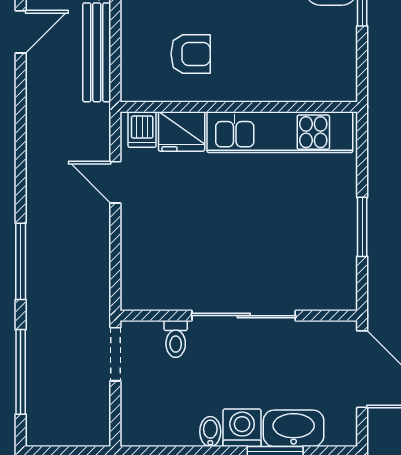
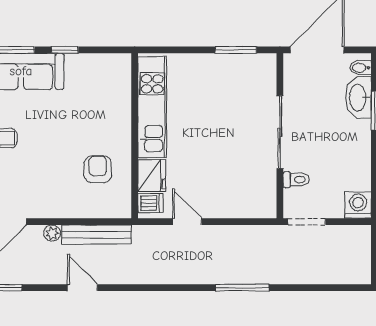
door: (115, 182) -> (187, 222), swing flipped
window: (362, 227) -> (236, 50), moved
window: (21, 372) -> (319, 288), removed
washing machine: (242, 428) -> (358, 205), moved, turned 90
bidet: (210, 432) -> (361, 68), moved

